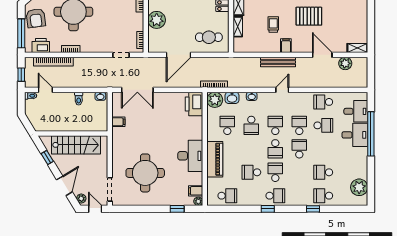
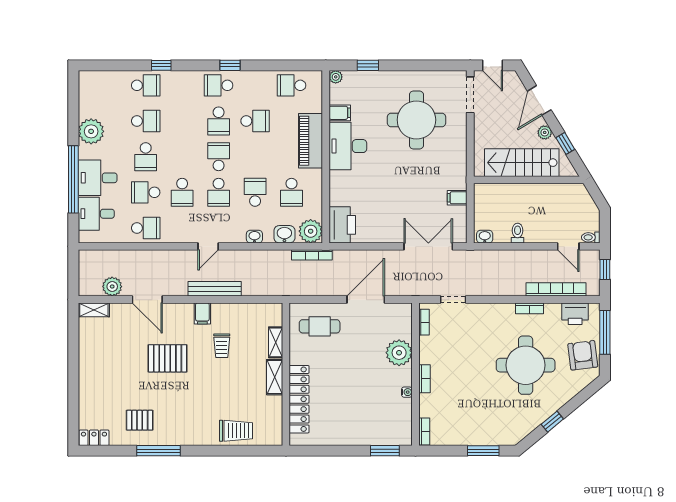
school desk: (299, 149) -> (146, 157), moved
plant: (359, 187) -> (91, 131), moved
filing cabinet: (196, 191) -> (340, 113), moved
plant: (81, 199) -> (545, 132), moved

